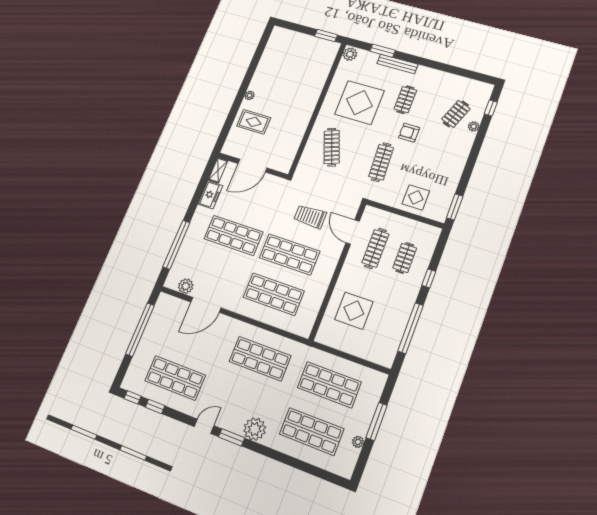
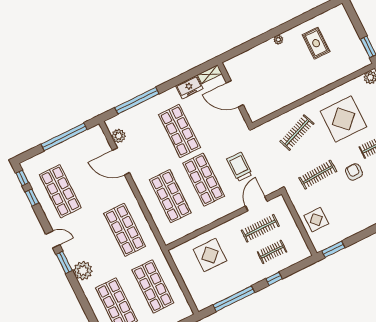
rug: (254, 122) -> (316, 43), moved

